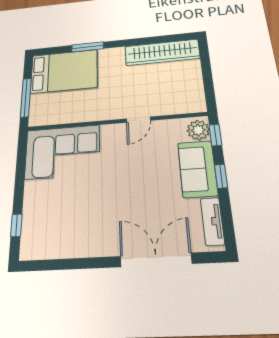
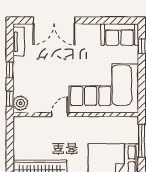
corner sofa: (62, 152) -> (104, 88), width x1.36, depth x1.36
sofa: (197, 169) -> (120, 35), moved, turned 90

